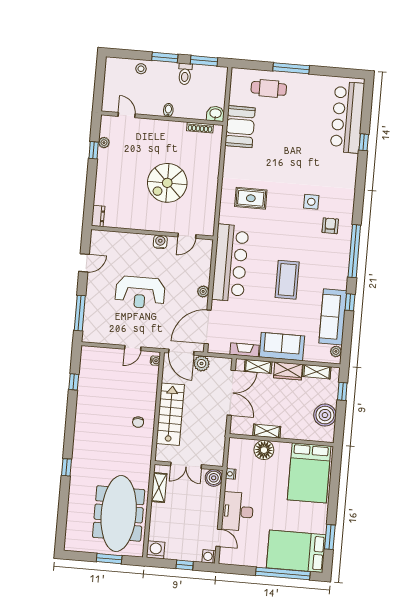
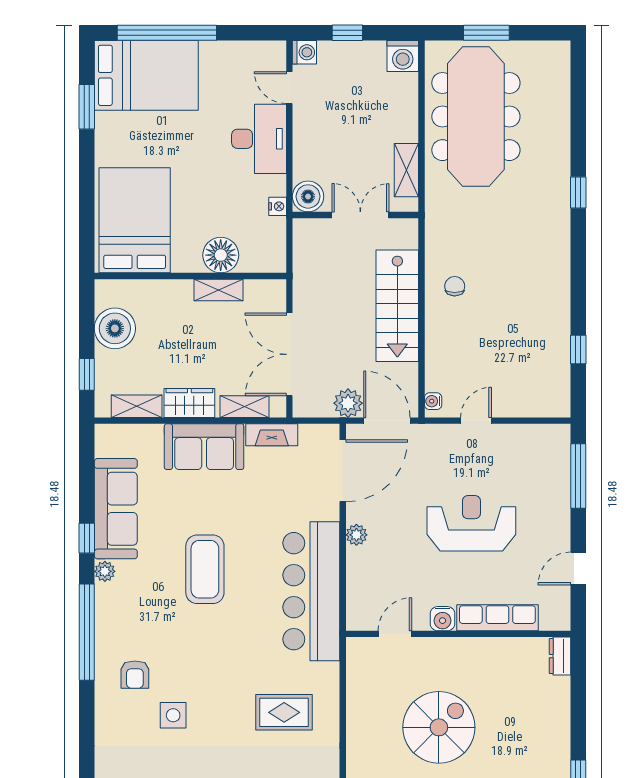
row of seats: (130, 240) -> (497, 618), added
plant: (336, 351) -> (105, 571), moved

